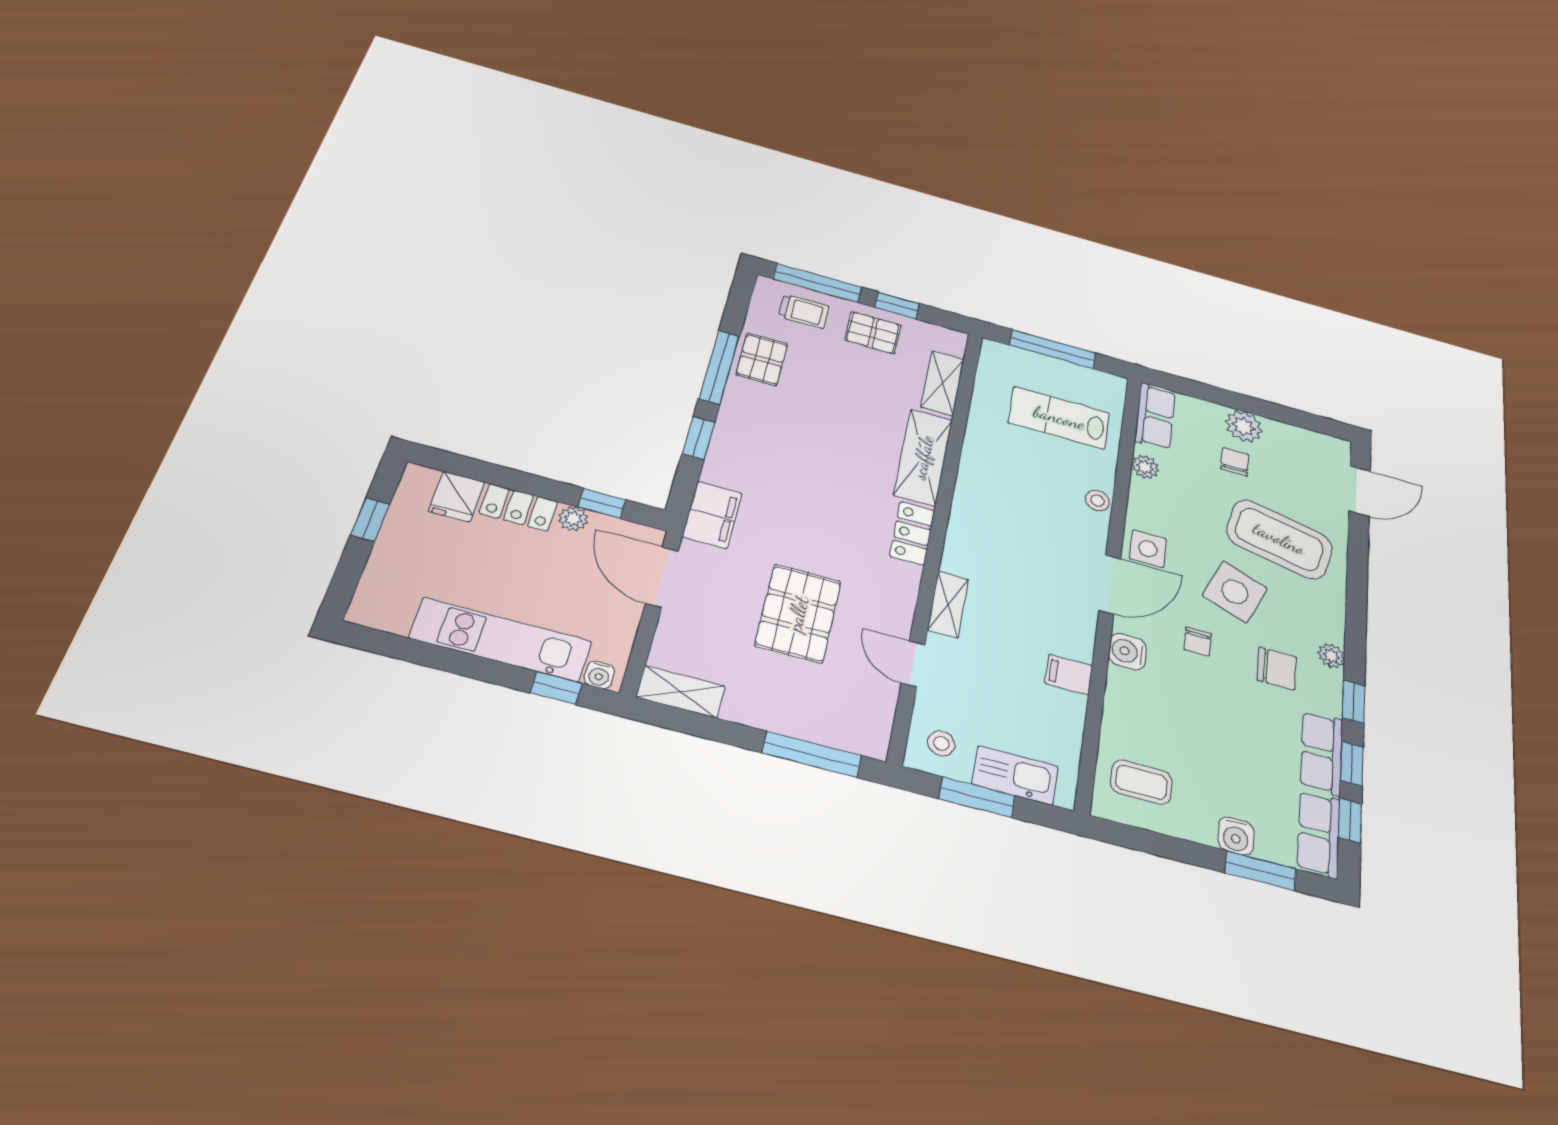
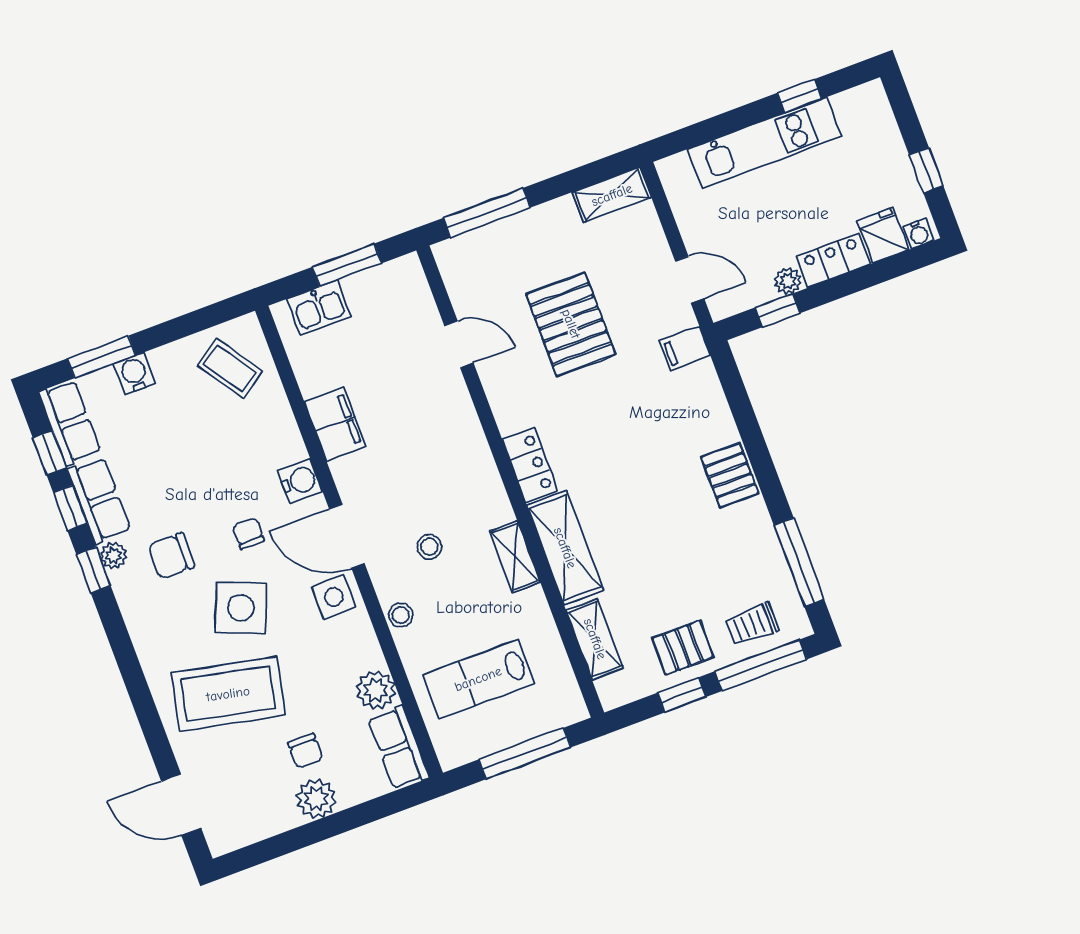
pallet: (762, 359) -> (730, 475), moved
window: (719, 367) -> (799, 562), moved
lab bench: (1059, 418) -> (478, 679), turned 180
window: (699, 438) -> (749, 427), removed
plant: (1145, 467) -> (376, 690), width x1.38, depth x1.38
door: (1360, 491) -> (181, 805), hinge flipped
filing cabinet: (712, 515) -> (685, 348), width x0.50
door: (662, 577) -> (690, 280), width x0.73
door: (1110, 584) -> (347, 536), hinge flipped
shelving: (948, 605) -> (515, 557), moved
plant: (1331, 656) -> (114, 556), moved
water cooler: (599, 675) -> (918, 233), moved, turned 180
filing cabinet: (1069, 675) -> (335, 424), width x2.00
window: (556, 688) -> (800, 96), moved
stool: (941, 743) -> (429, 547), moved
kitchen sink: (1015, 775) -> (319, 308), width x0.73
coffee table: (1141, 782) -> (230, 368), turned 56

